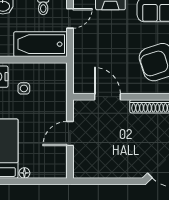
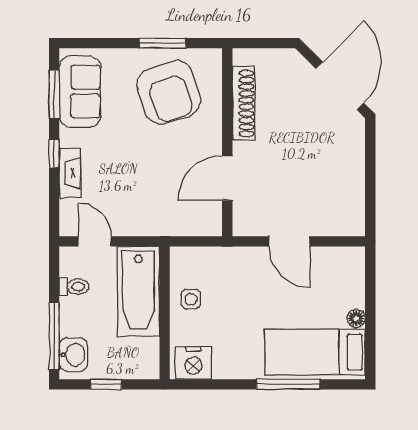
side table: (24, 88) -> (191, 299), moved

